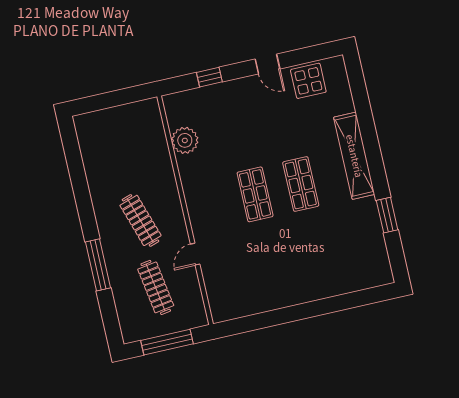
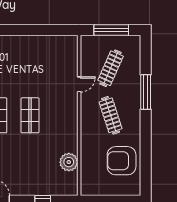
armchair: (110, 159) -> (122, 161), added
clothes rail: (156, 287) -> (111, 68), turned 33

